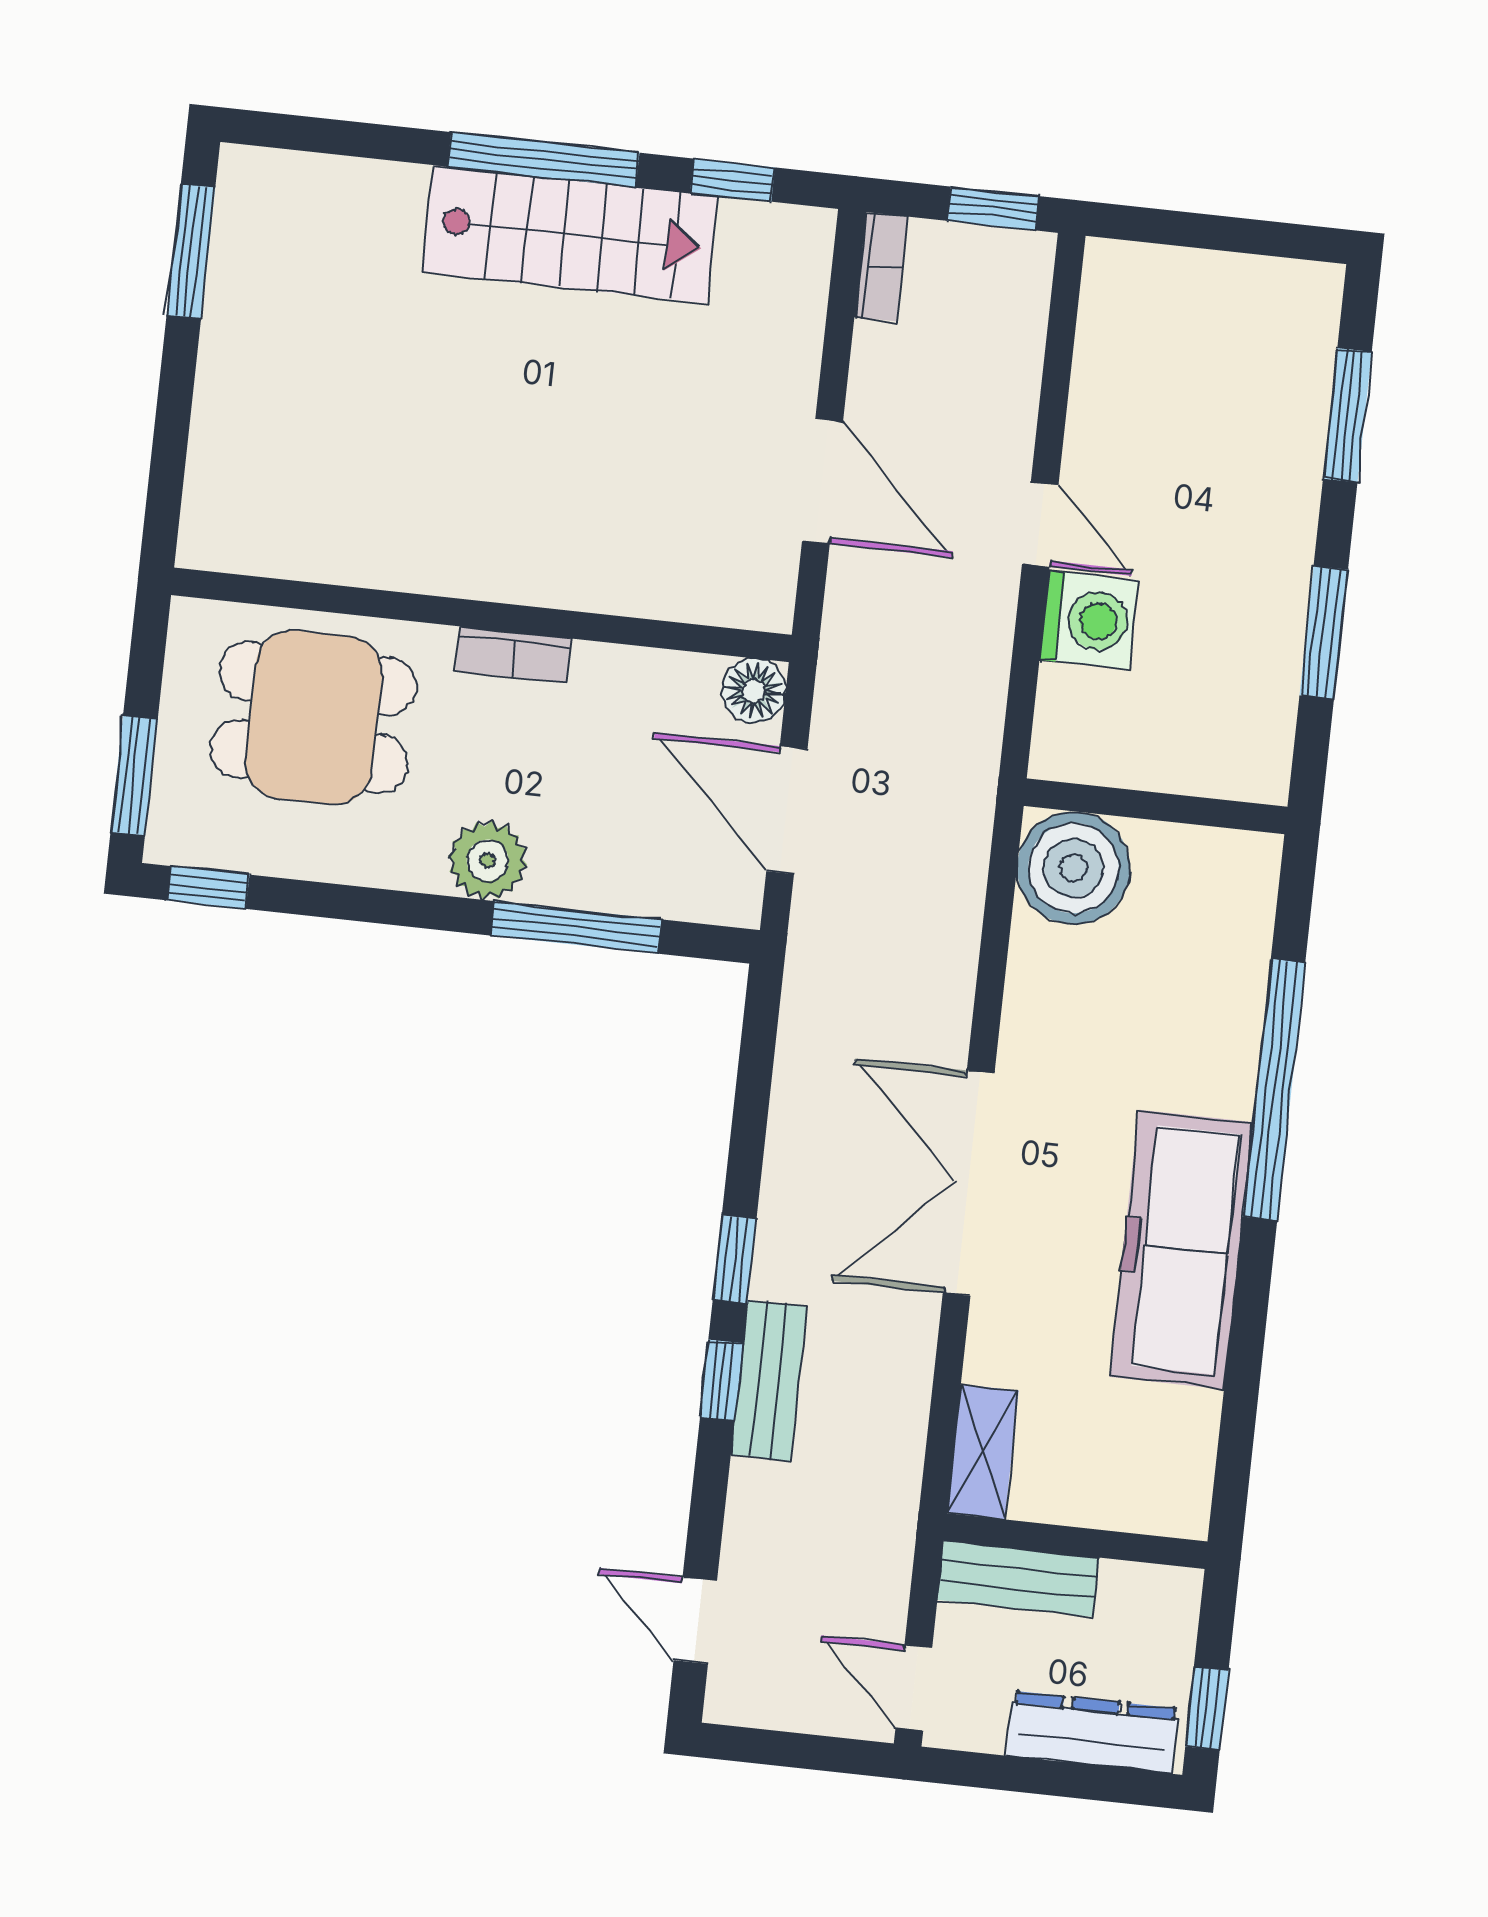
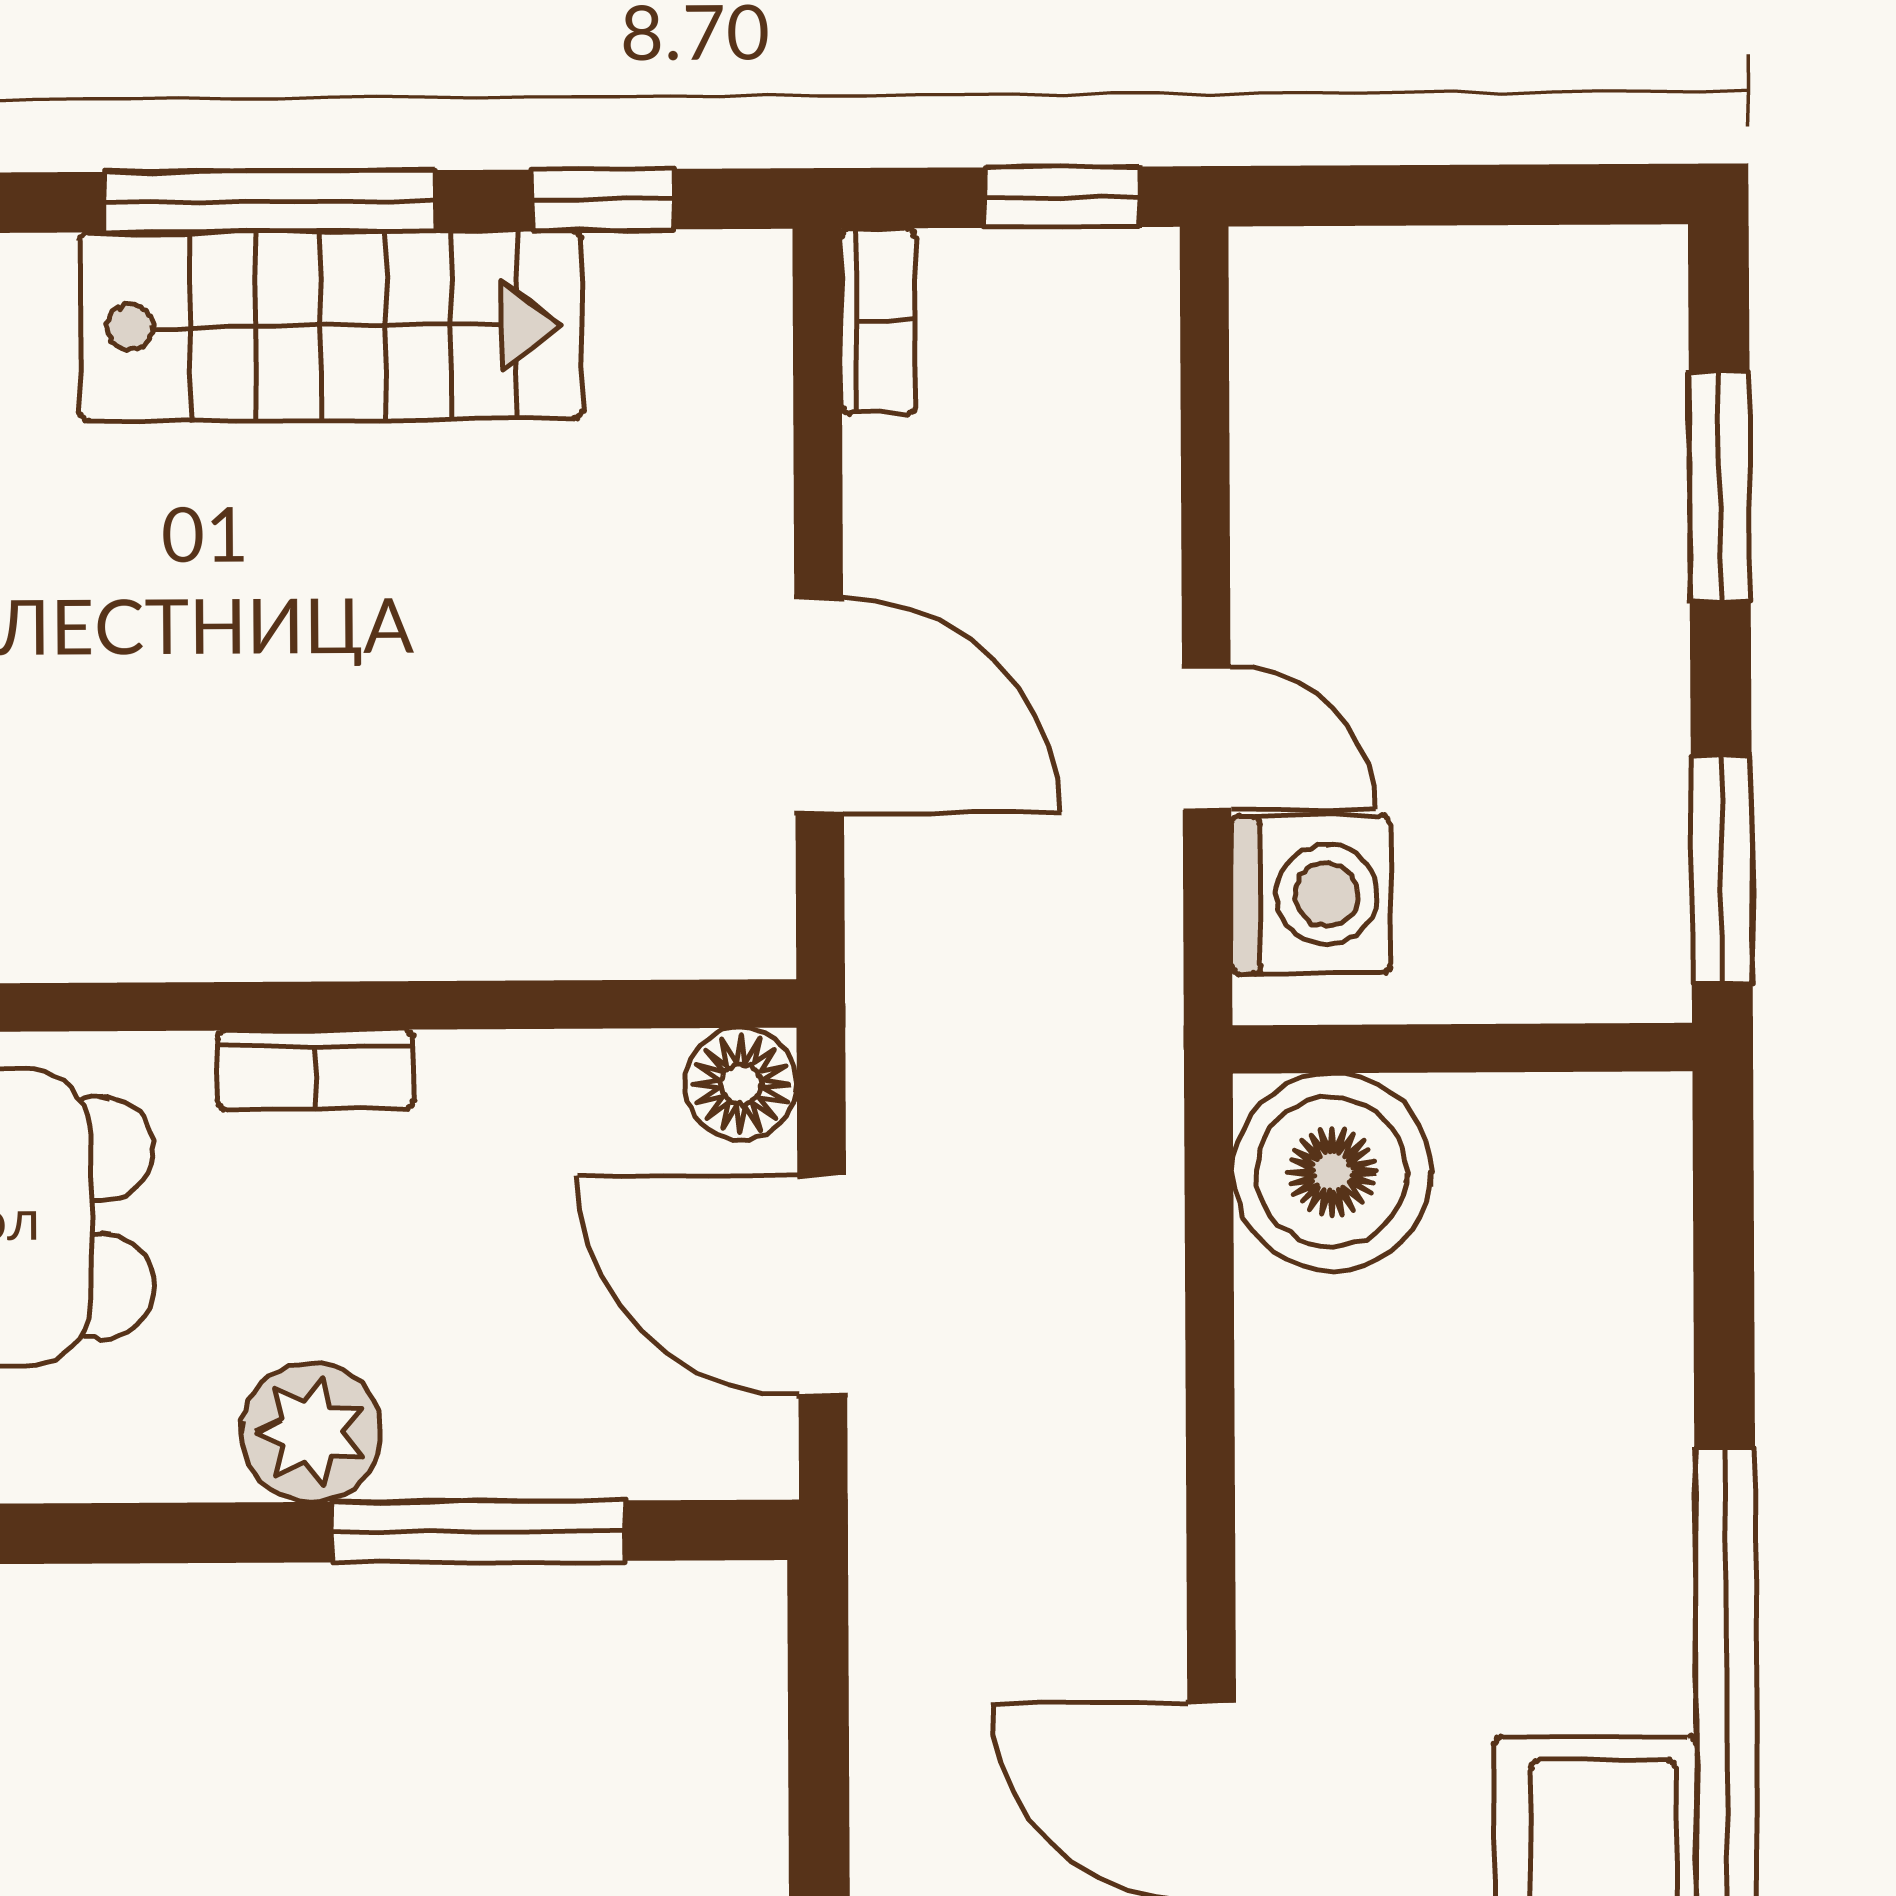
wall: (1155, 806) -> (1462, 1048), moved
boiler: (1074, 868) -> (1332, 1172), moved

